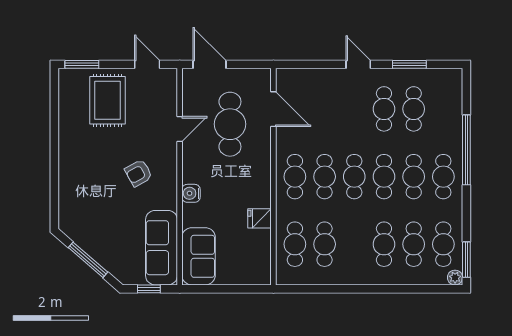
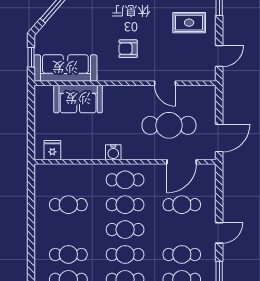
door: (210, 64) -> (219, 138), moved
rug: (107, 100) -> (189, 23), width x0.73, depth x0.70
armchair: (139, 173) -> (128, 49), turned -61
water cooler: (191, 193) -> (113, 152), moved, turned 180
fridge: (260, 218) -> (52, 150), moved
cafe table: (295, 244) -> (182, 205), moved
sofa: (199, 256) -> (78, 99), moved

